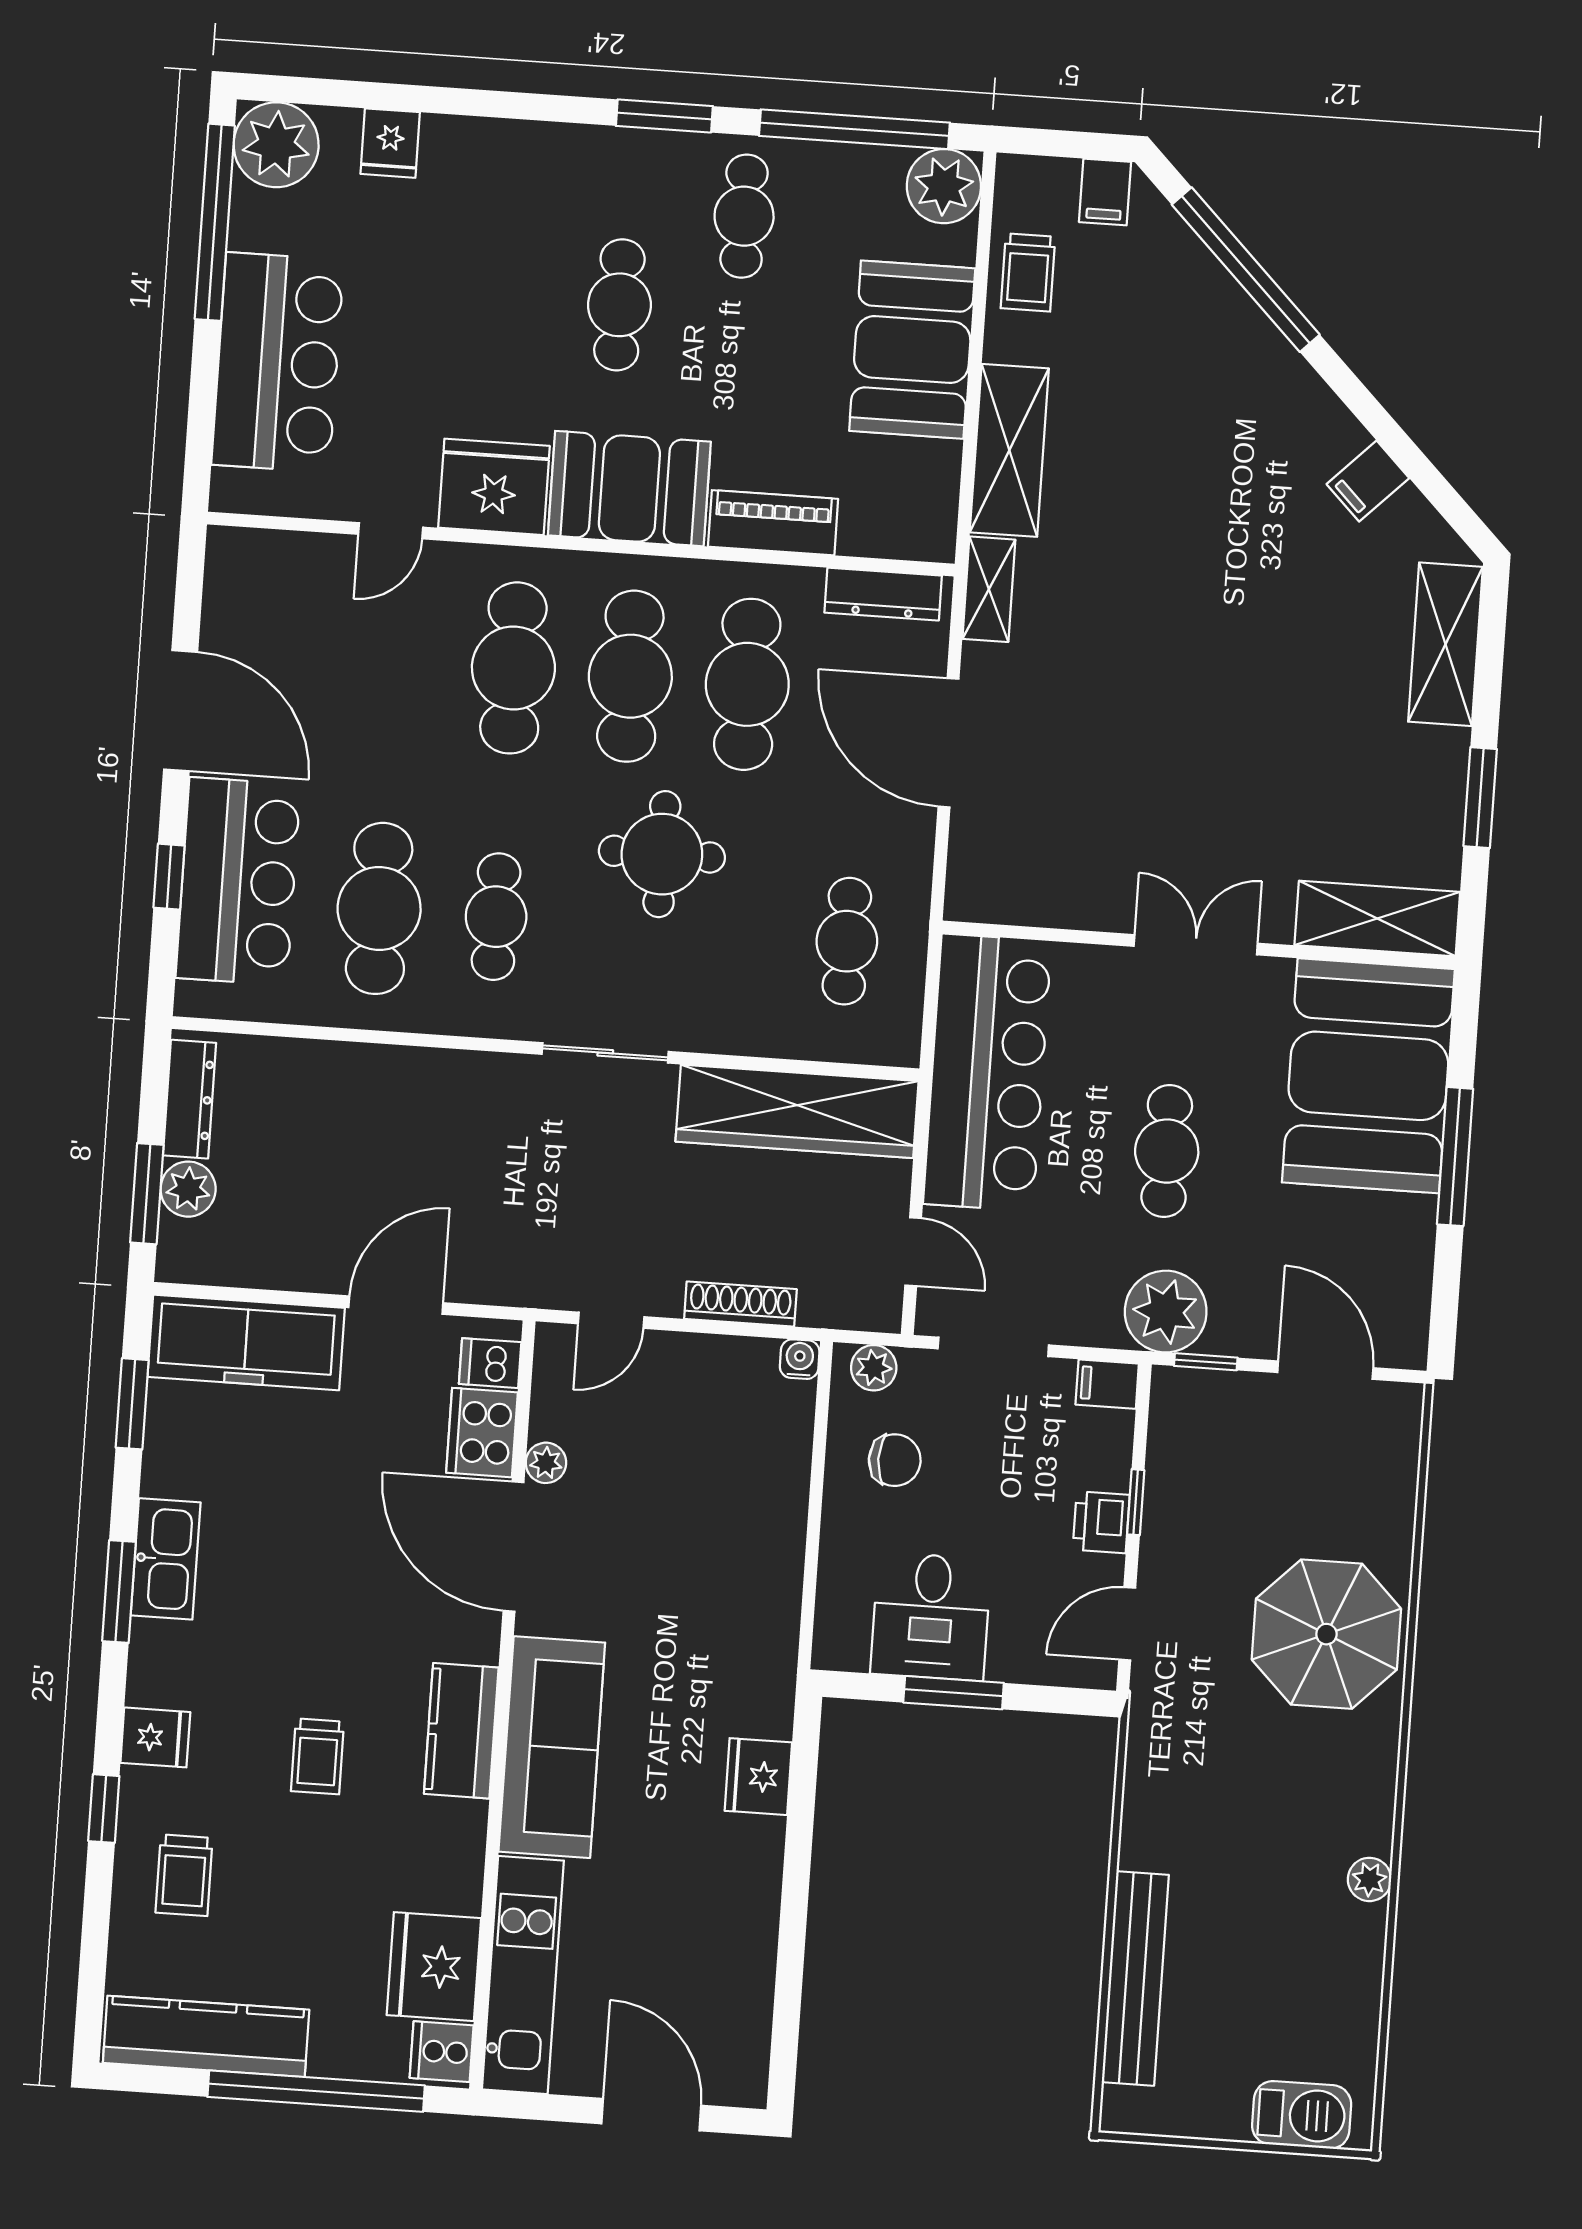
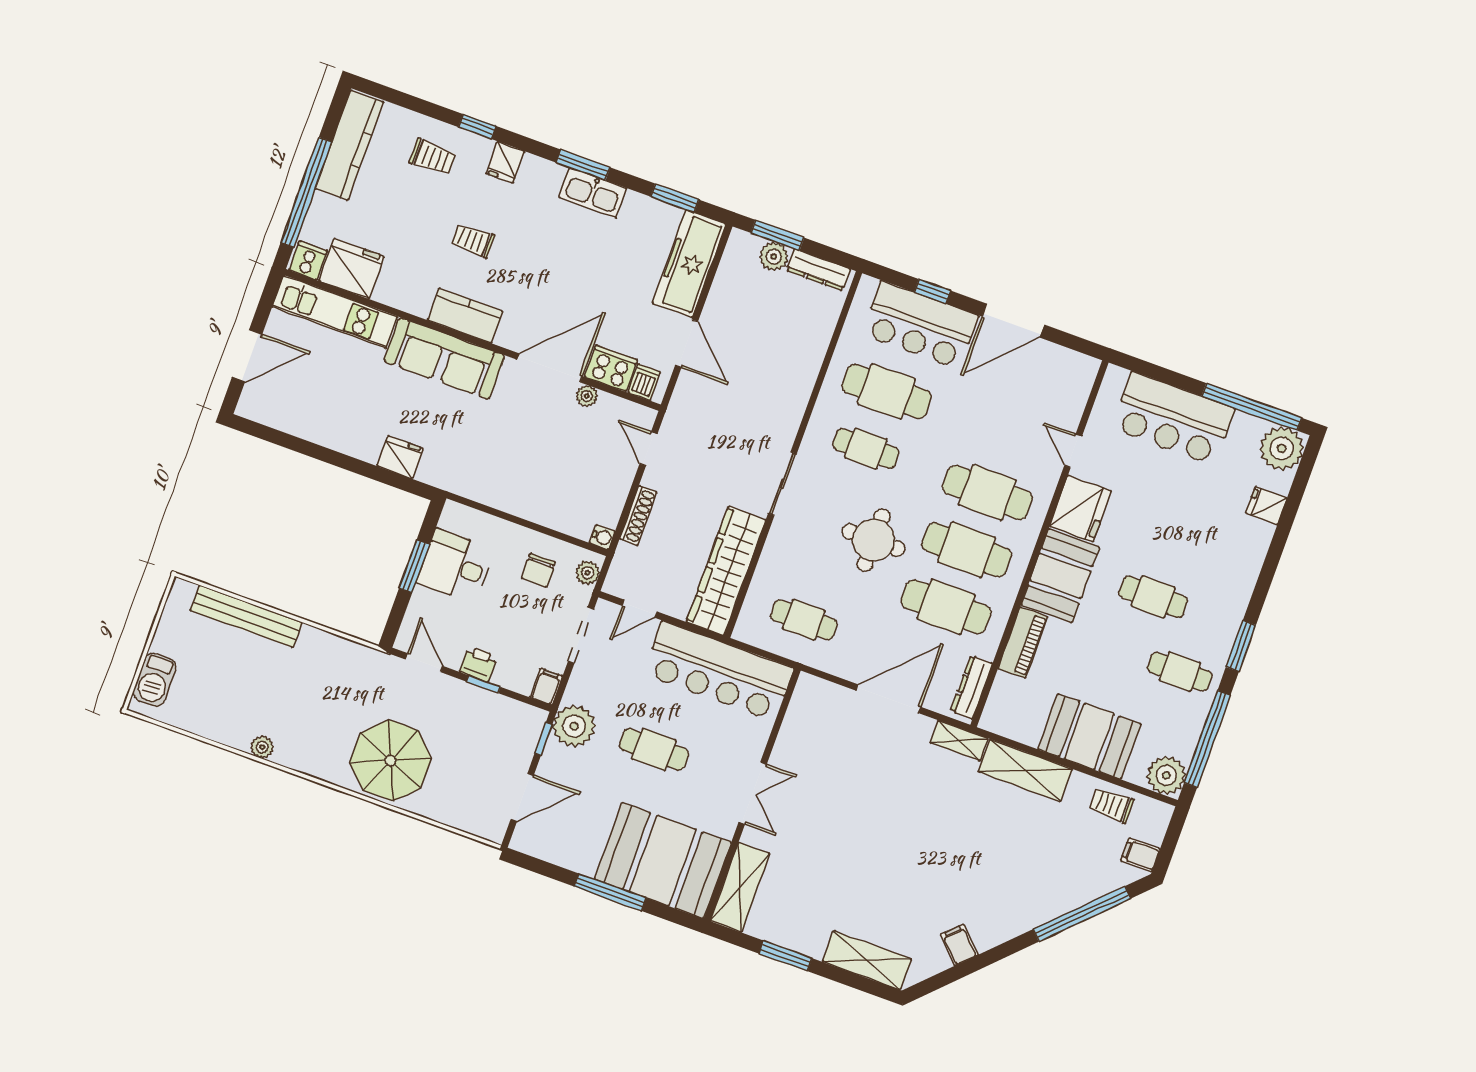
trolley: (184, 1875) -> (433, 157), turned 180

